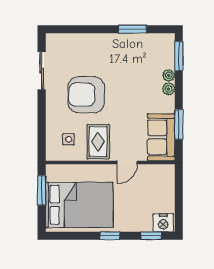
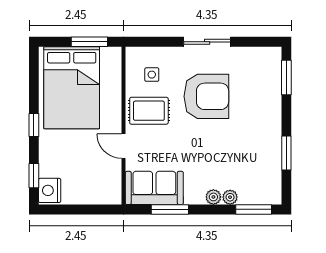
window: (71, 29) -> (286, 78), added
sliding door: (42, 71) -> (207, 42), moved
armchair: (86, 95) -> (206, 96), turned 90

